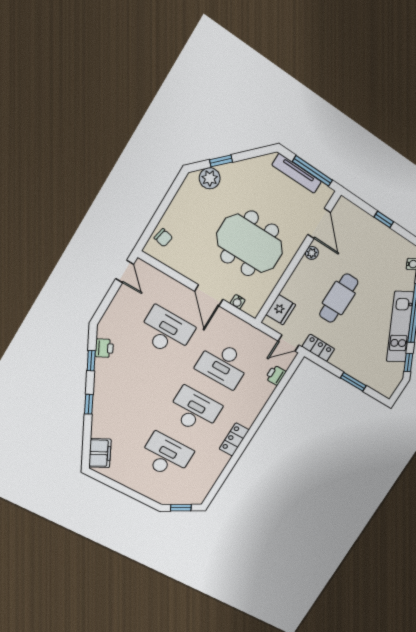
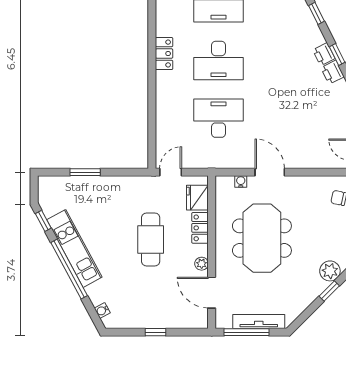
meeting table: (250, 243) -> (262, 238), turned 90
desk: (166, 332) -> (288, 118), removed
locker: (318, 348) -> (200, 228), moved, turned 90
printer: (276, 375) -> (324, 54), moved, turned 153

